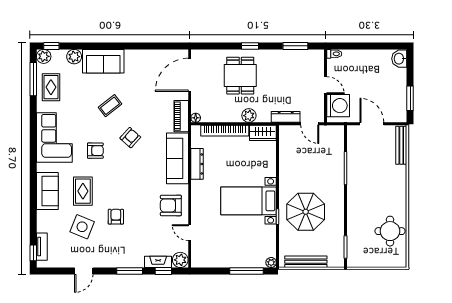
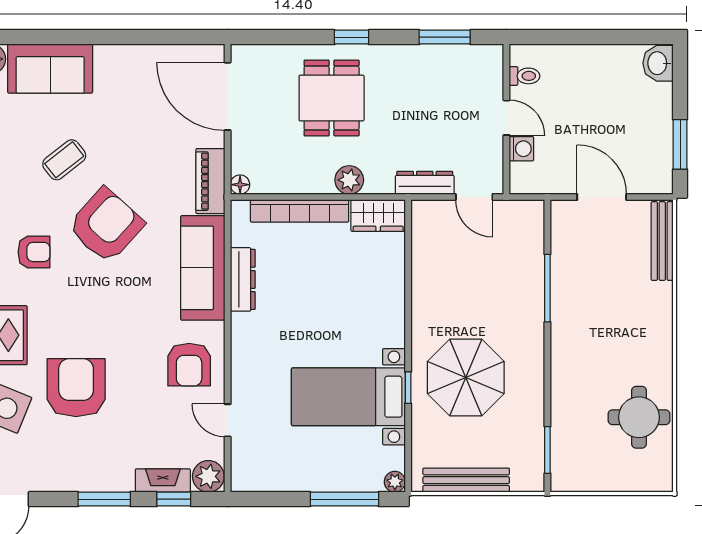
toilet: (334, 54) -> (524, 76), moved
door: (190, 75) -> (228, 96), hinge flipped
washing machine: (338, 106) -> (521, 149), width x0.53, depth x0.53
armchair: (130, 138) -> (106, 225), width x1.88, depth x1.88
bed with nightstands: (248, 201) -> (348, 397), moved
armchair: (171, 205) -> (189, 365), turned -90
armchair: (116, 217) -> (76, 388), width x1.88, depth x1.88

